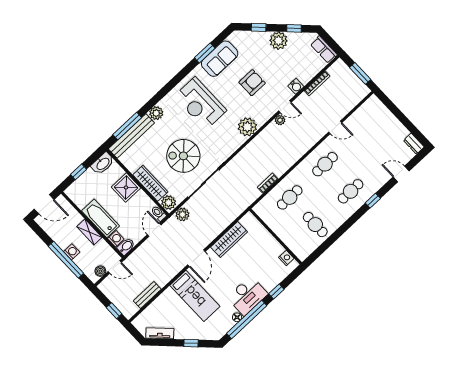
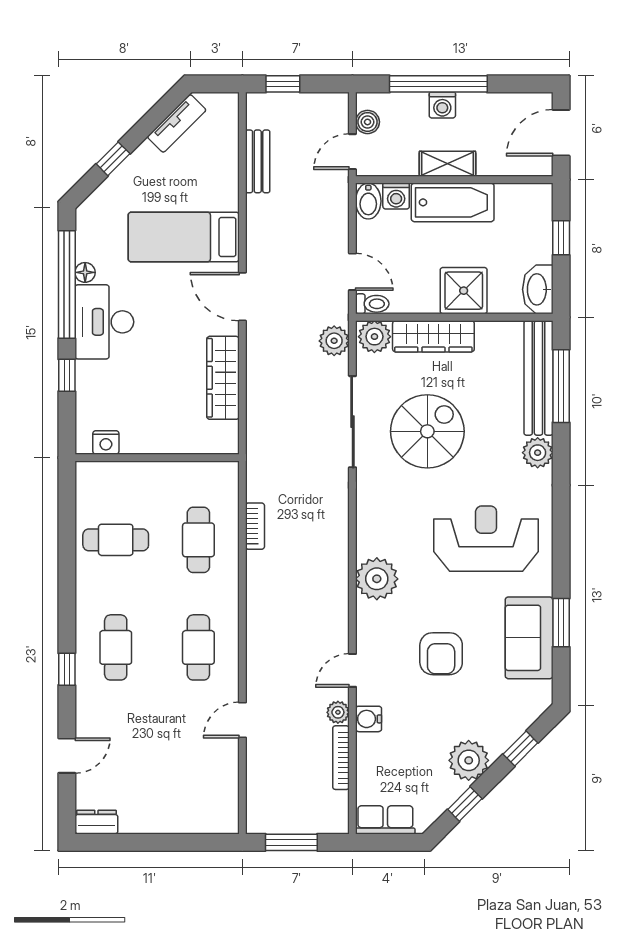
plant: (280, 120) -> (338, 712), moved

